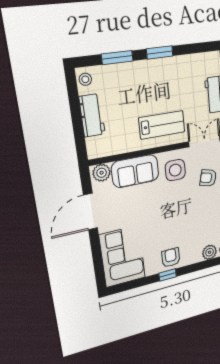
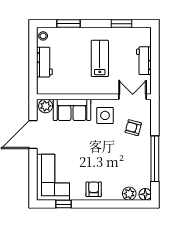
window: (160, 52) -> (122, 24), moved
lab bench: (162, 125) -> (100, 58), moved, turned -90
window: (168, 275) -> (64, 204), moved

